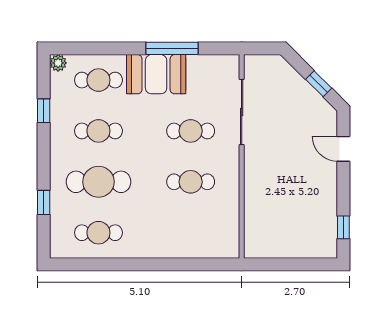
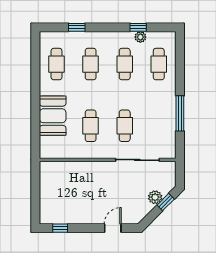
plant: (58, 63) -> (140, 37), moved
booth: (156, 74) -> (53, 116), moved
window: (319, 84) -> (166, 202), moved
plant: (297, 86) -> (155, 197), added
cafe table: (98, 182) -> (91, 64), width x0.73, depth x0.74

